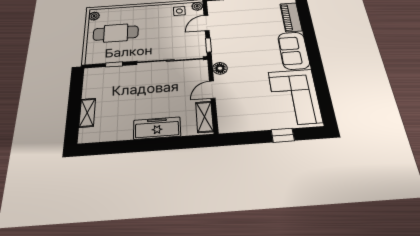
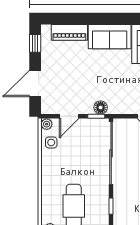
door: (206, 23) -> (69, 116), hinge flipped
floor lamp: (220, 68) -> (101, 107), moved

